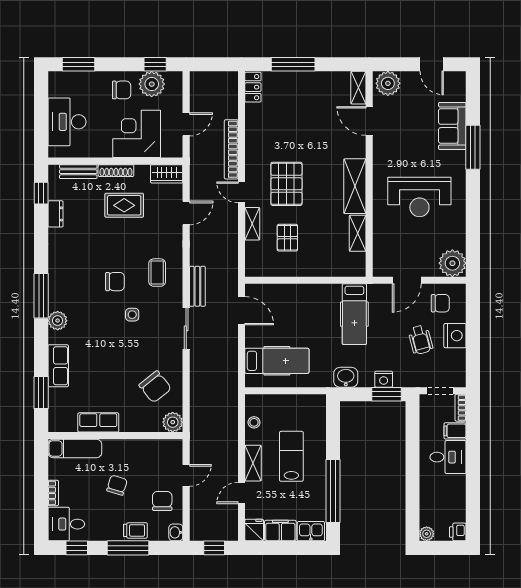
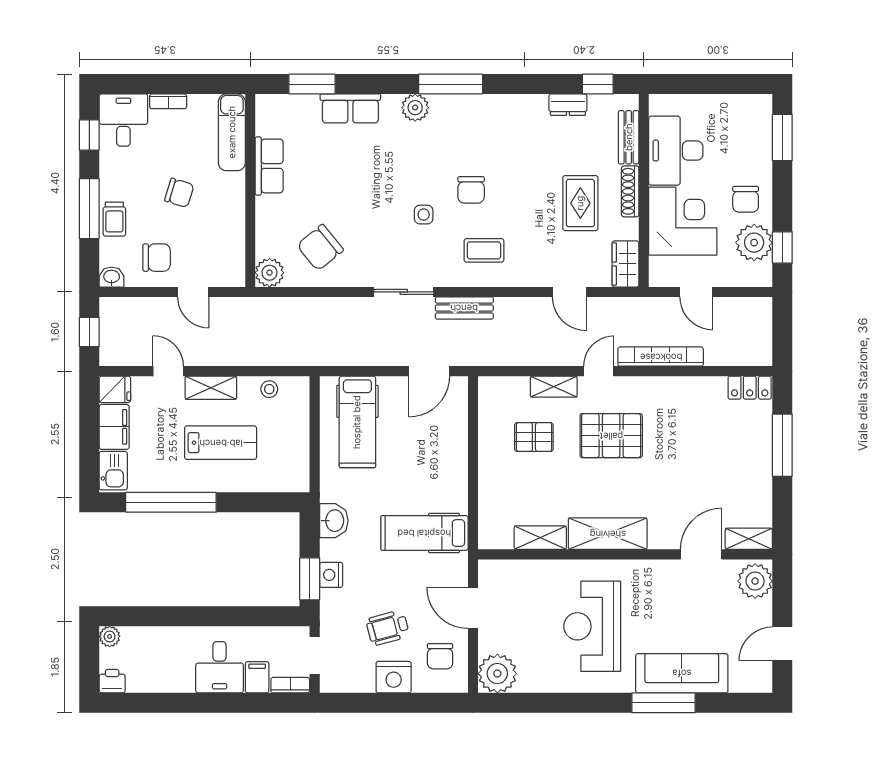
desk: (67, 122) -> (676, 151), moved, turned -90
sofa: (452, 126) -> (682, 673), width x1.36

